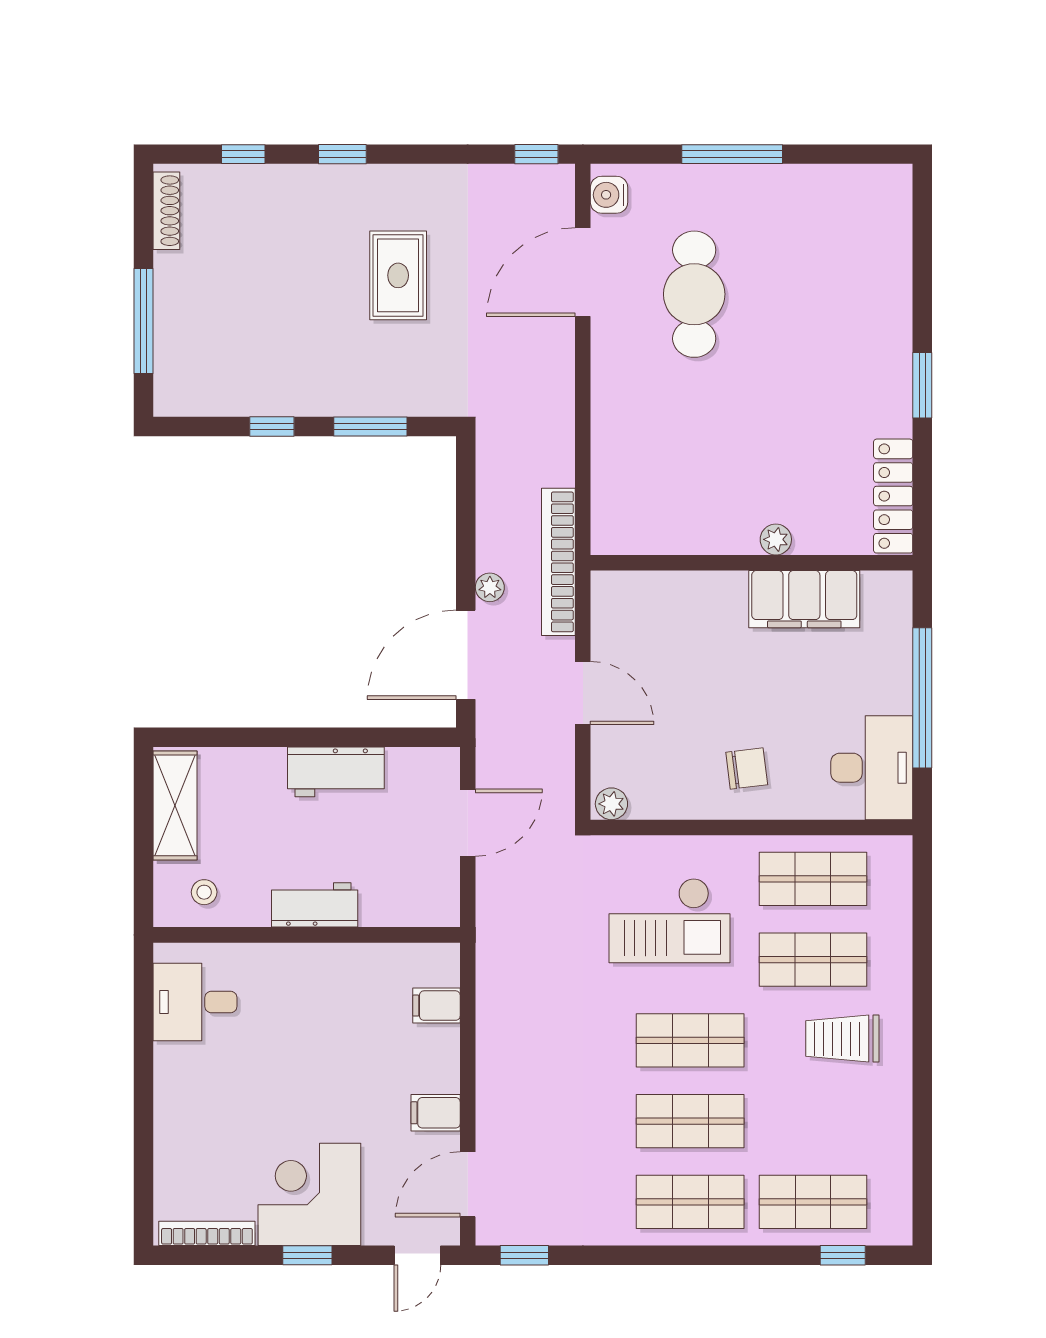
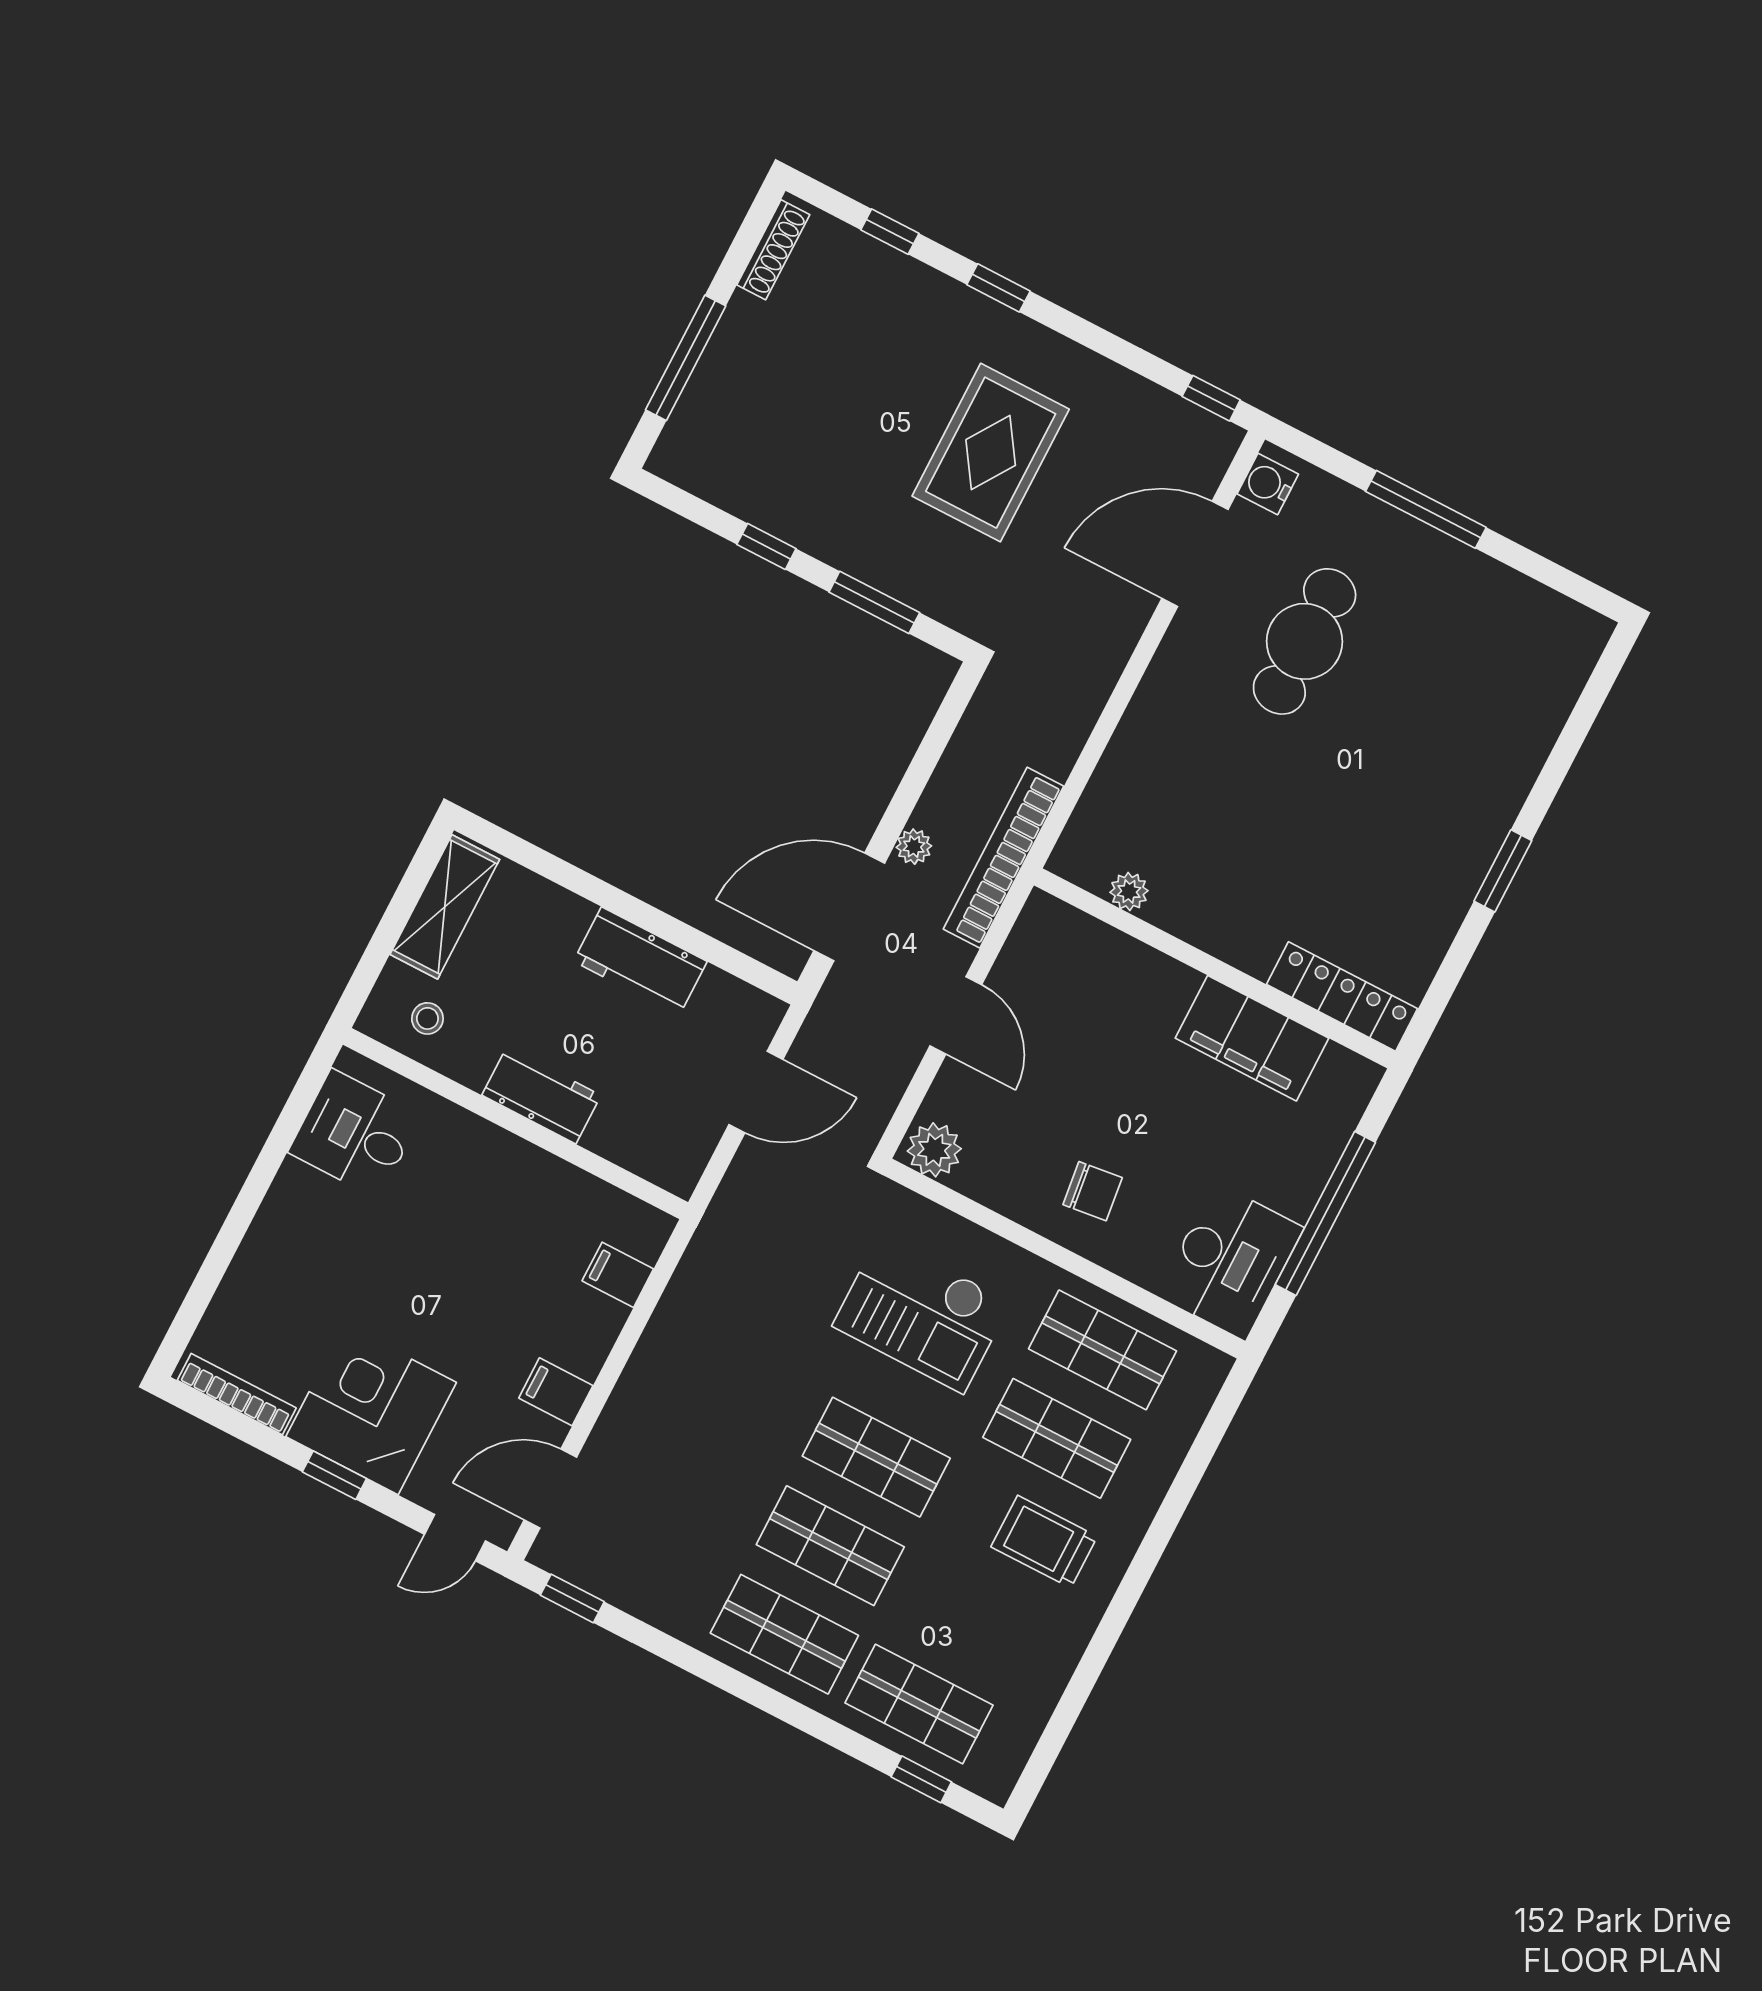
rug: (398, 275) -> (991, 453), width x1.36, depth x1.43
locker: (893, 496) -> (1342, 996), moved, turned 90
plant: (776, 539) -> (1129, 892), moved
plant: (611, 804) -> (934, 1150), width x1.38, depth x1.38

